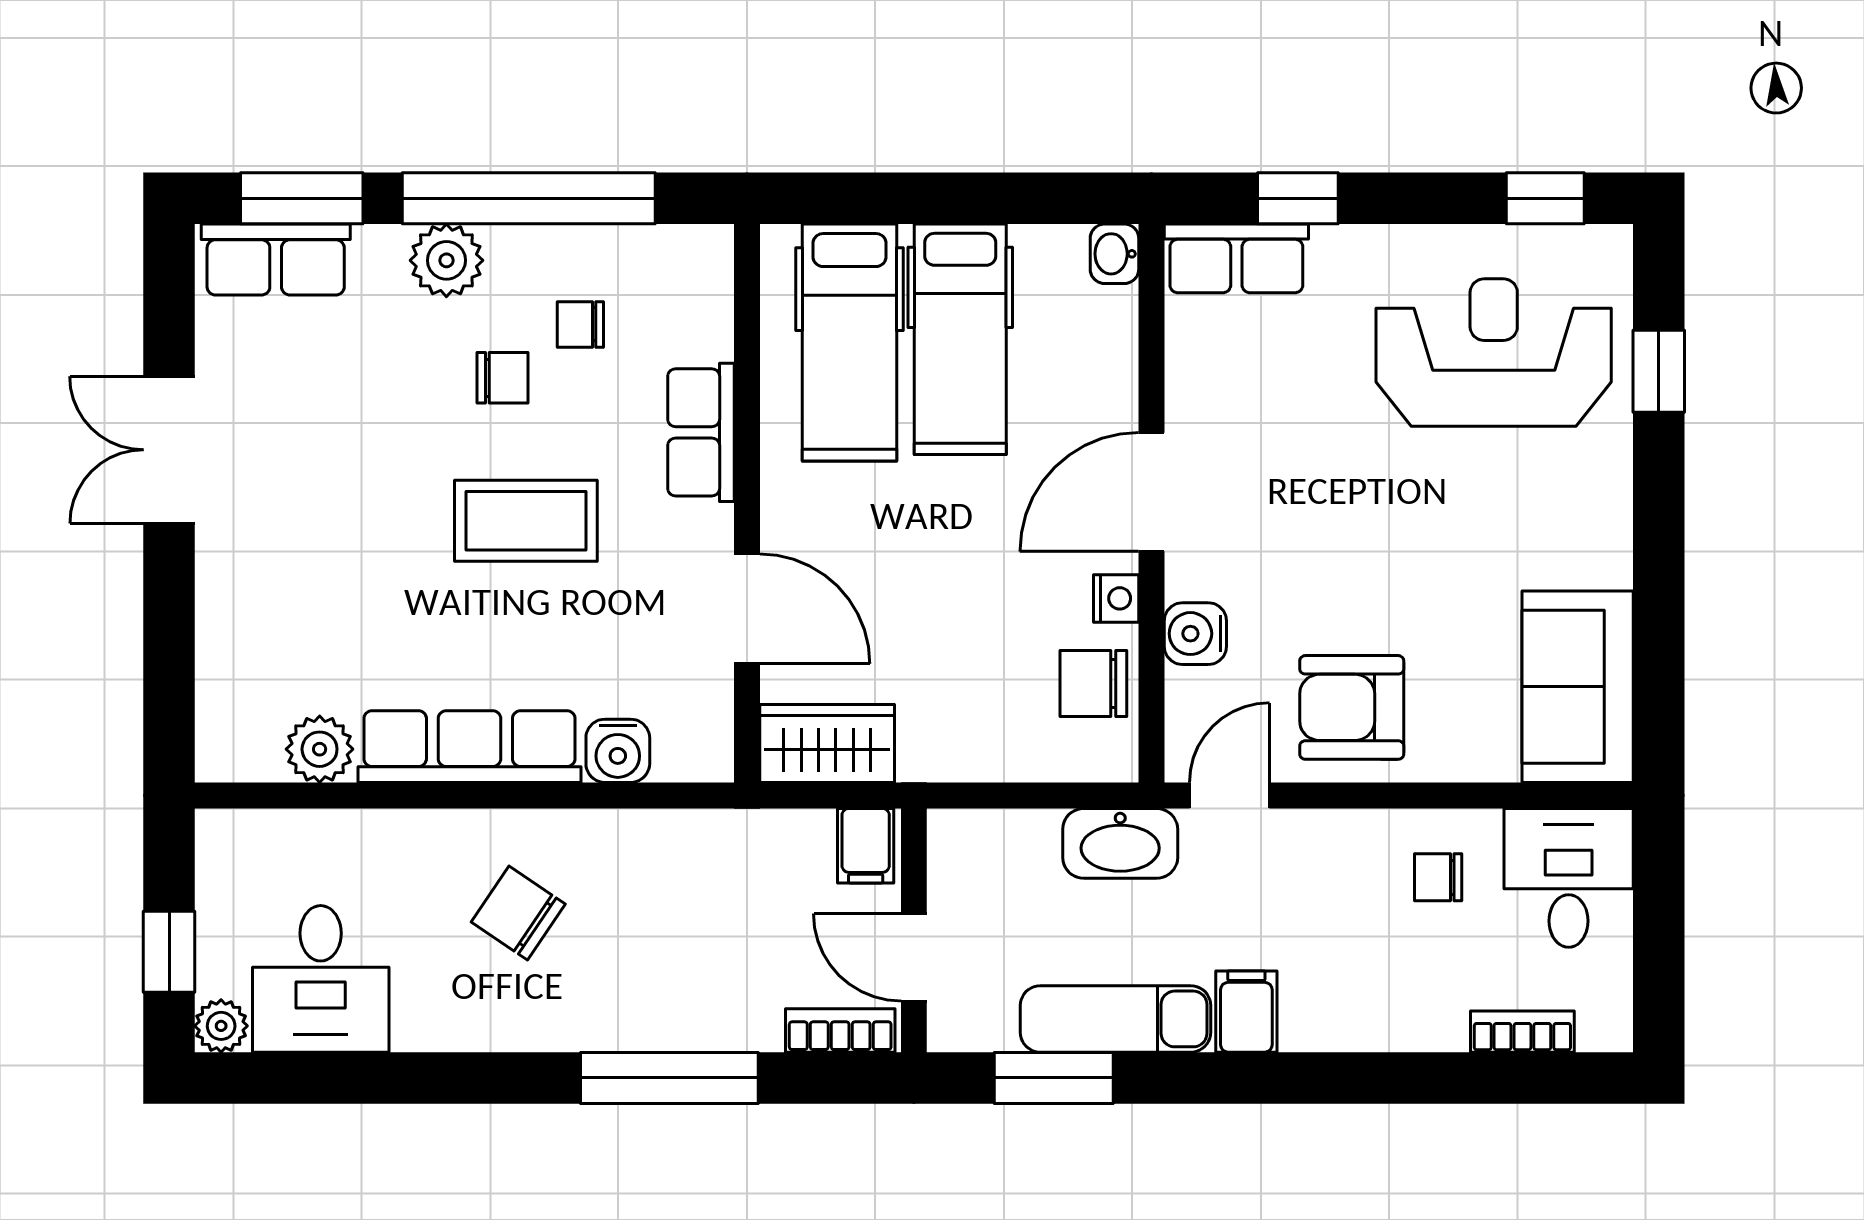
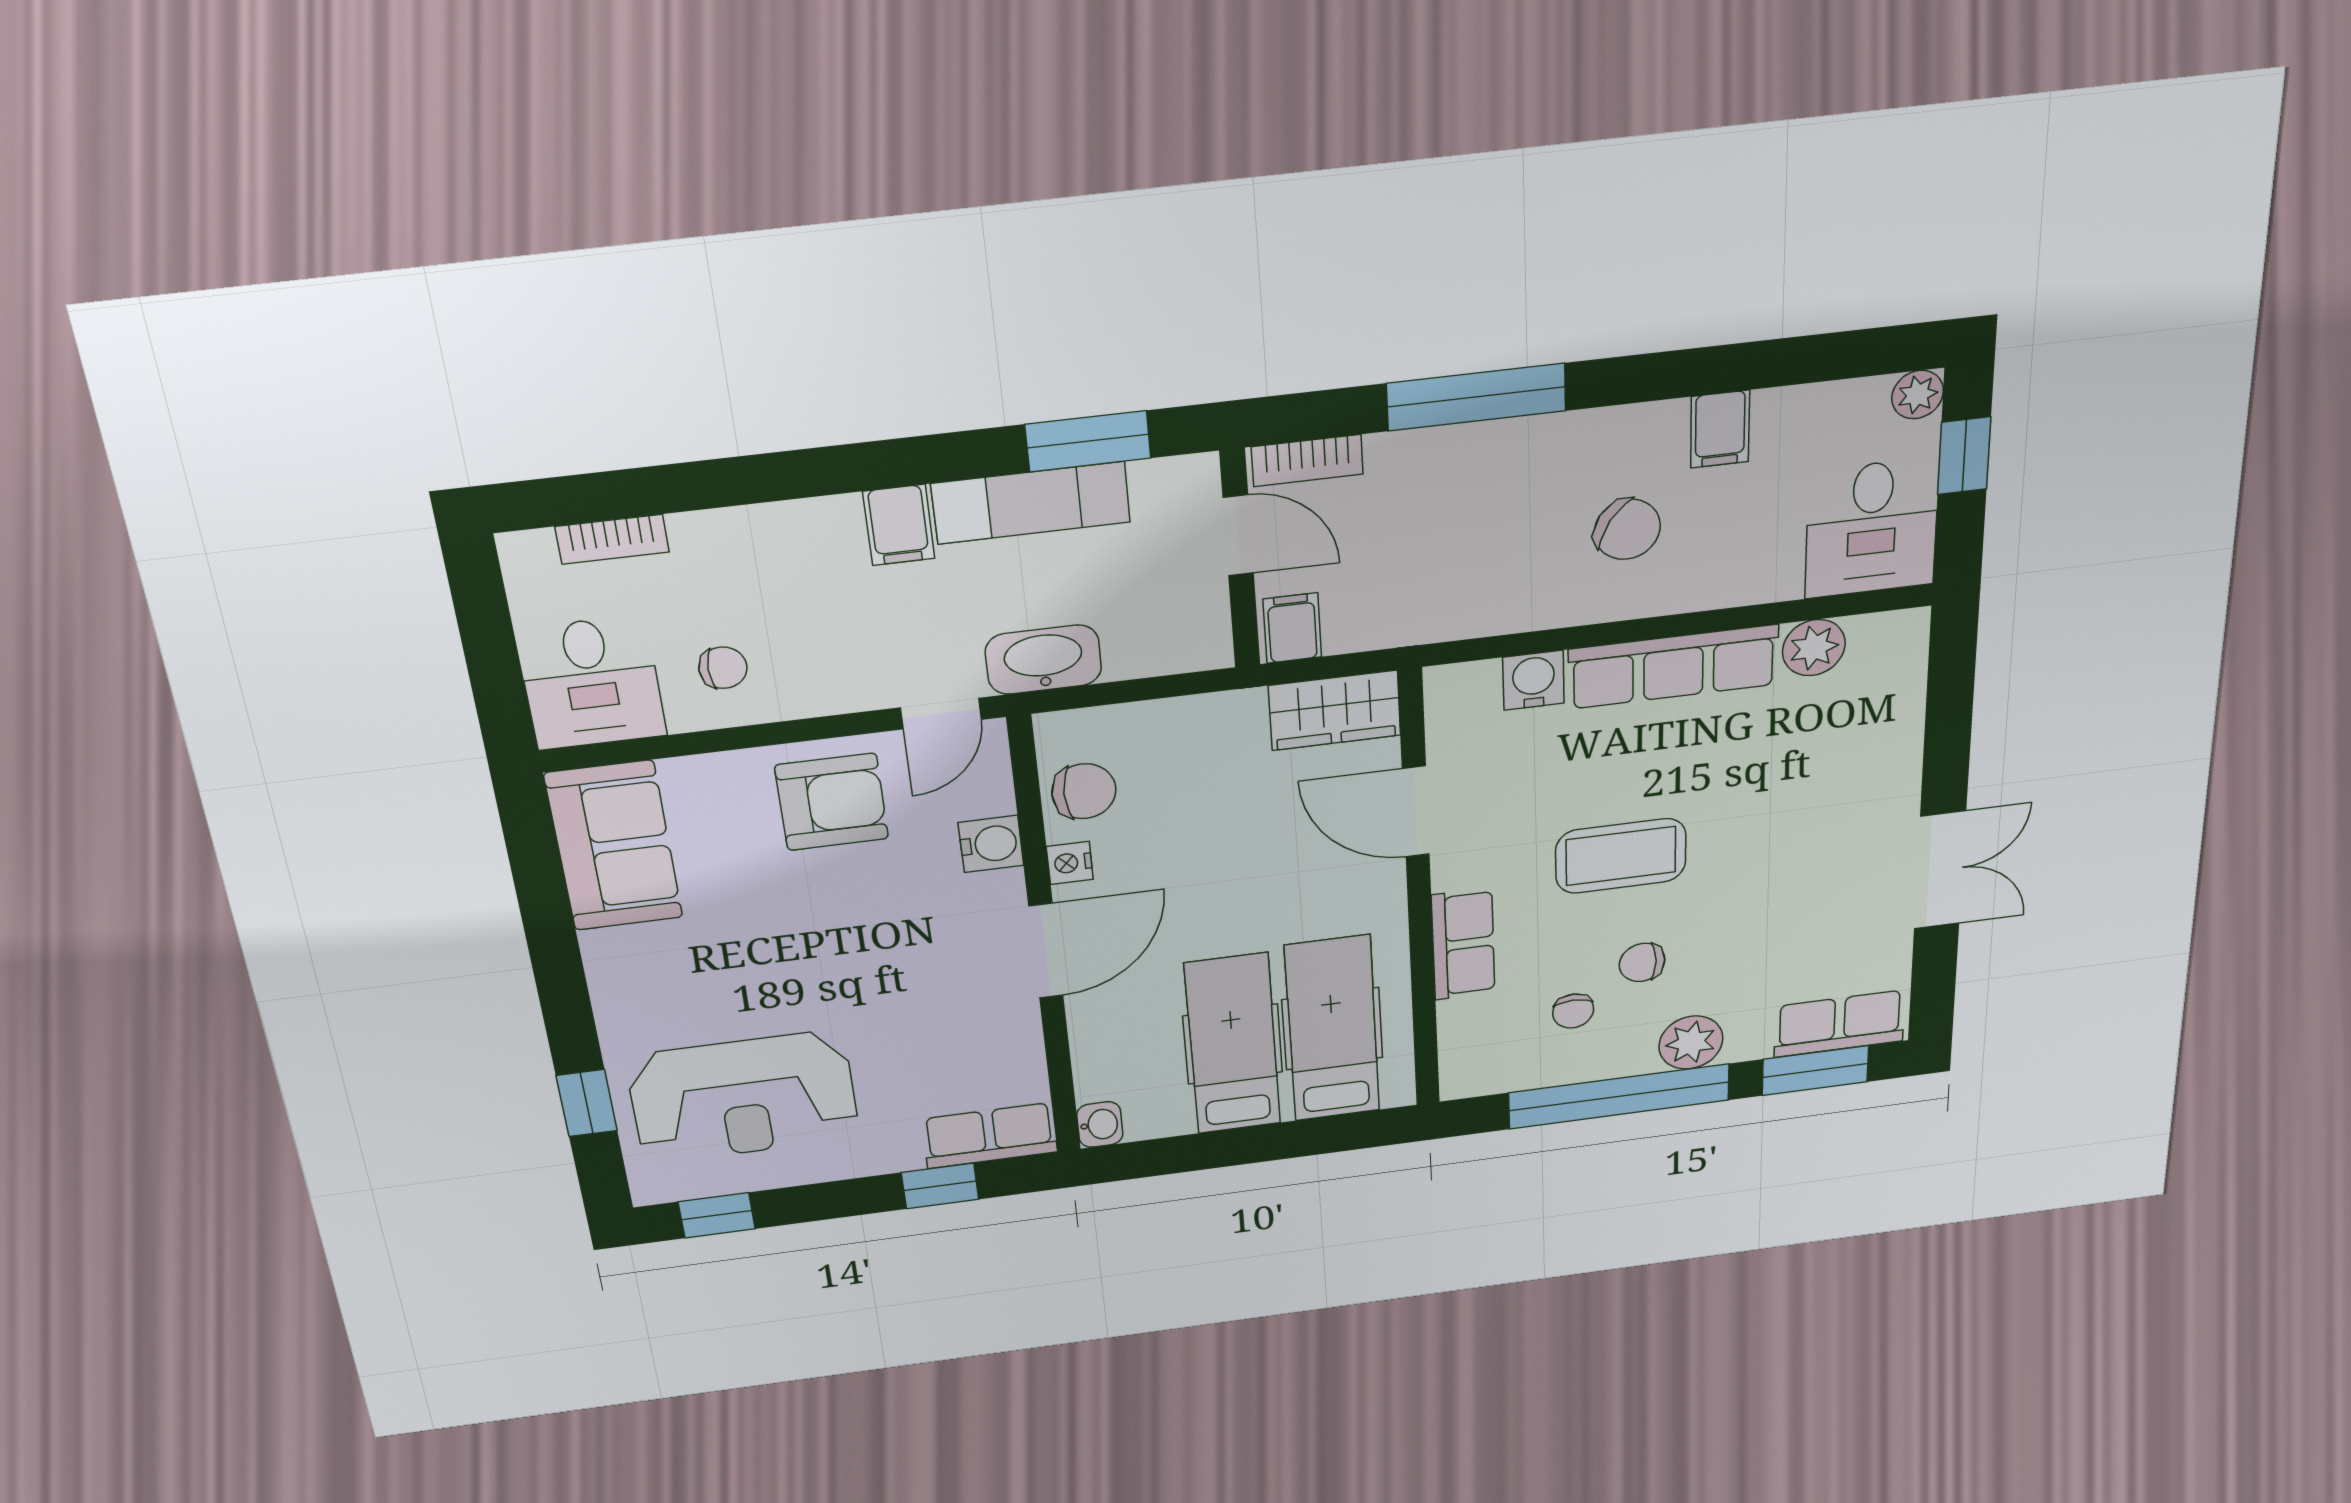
chair: (580, 324) -> (1573, 1011), turned 90
desk: (321, 979) -> (1872, 528), moved, turned 180
filing cabinet: (423, 1013) -> (1720, 429), added

